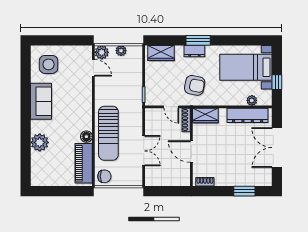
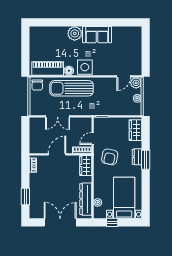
side table: (49, 64) -> (85, 67), moved
plant: (40, 142) -> (75, 33), moved

